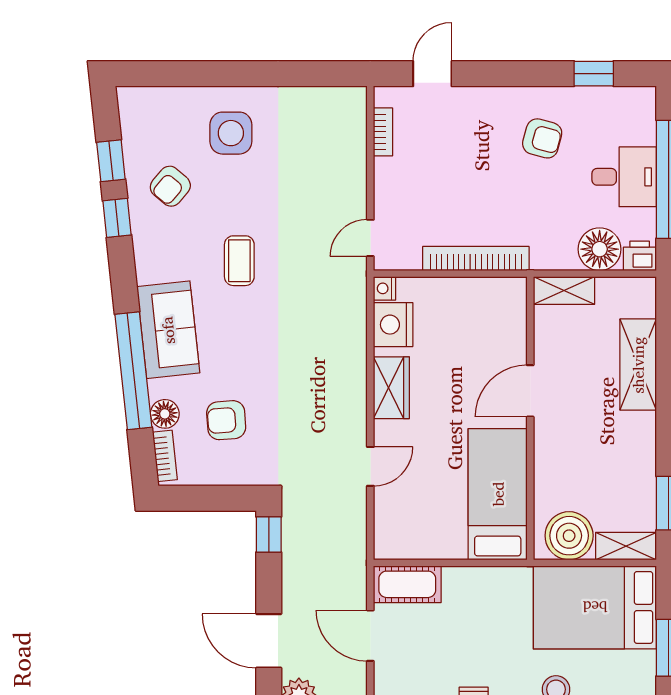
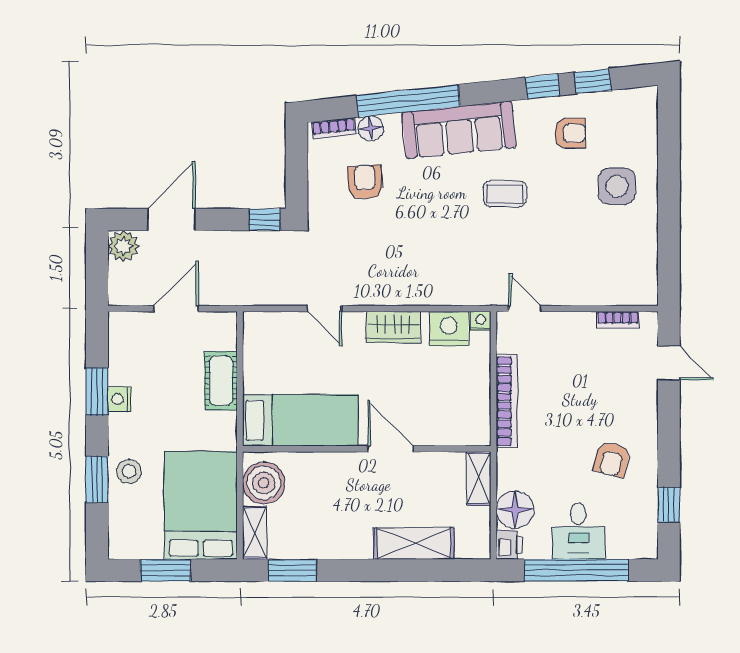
armchair: (170, 186) -> (570, 133), turned 140
sofa: (168, 330) -> (459, 130), width x1.36
cot: (407, 584) -> (221, 381), moved

